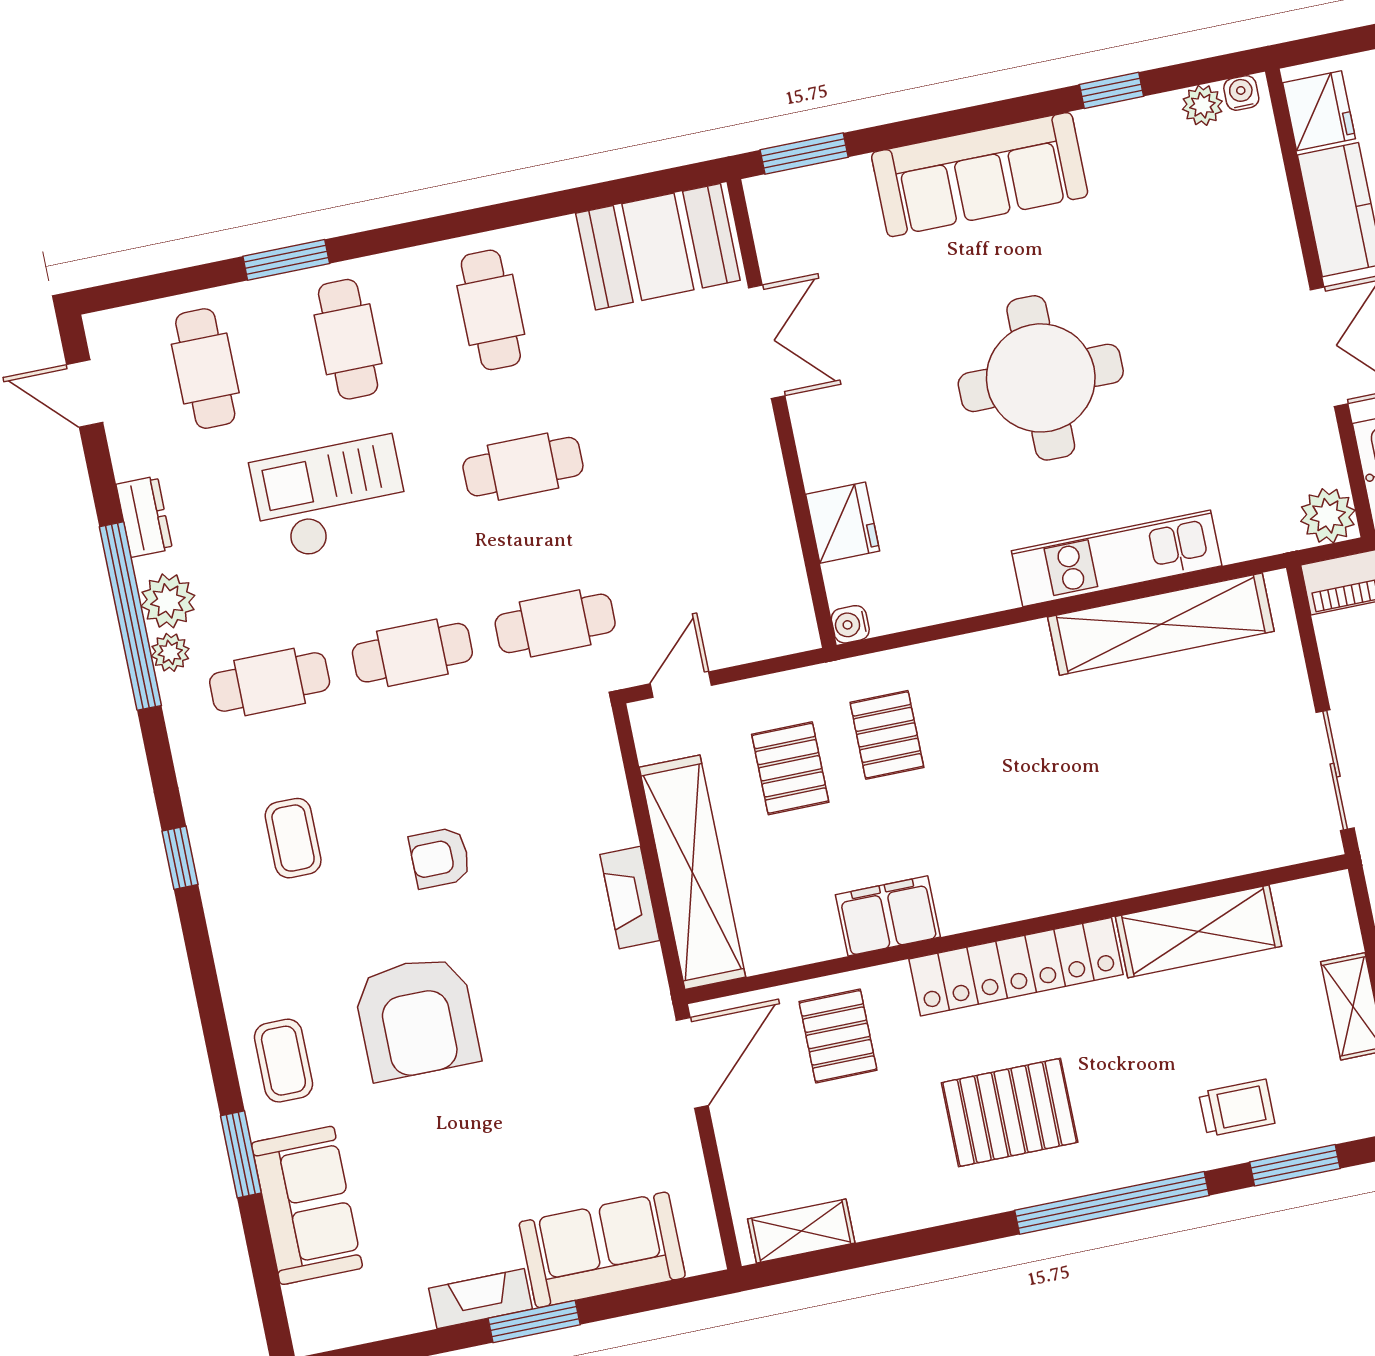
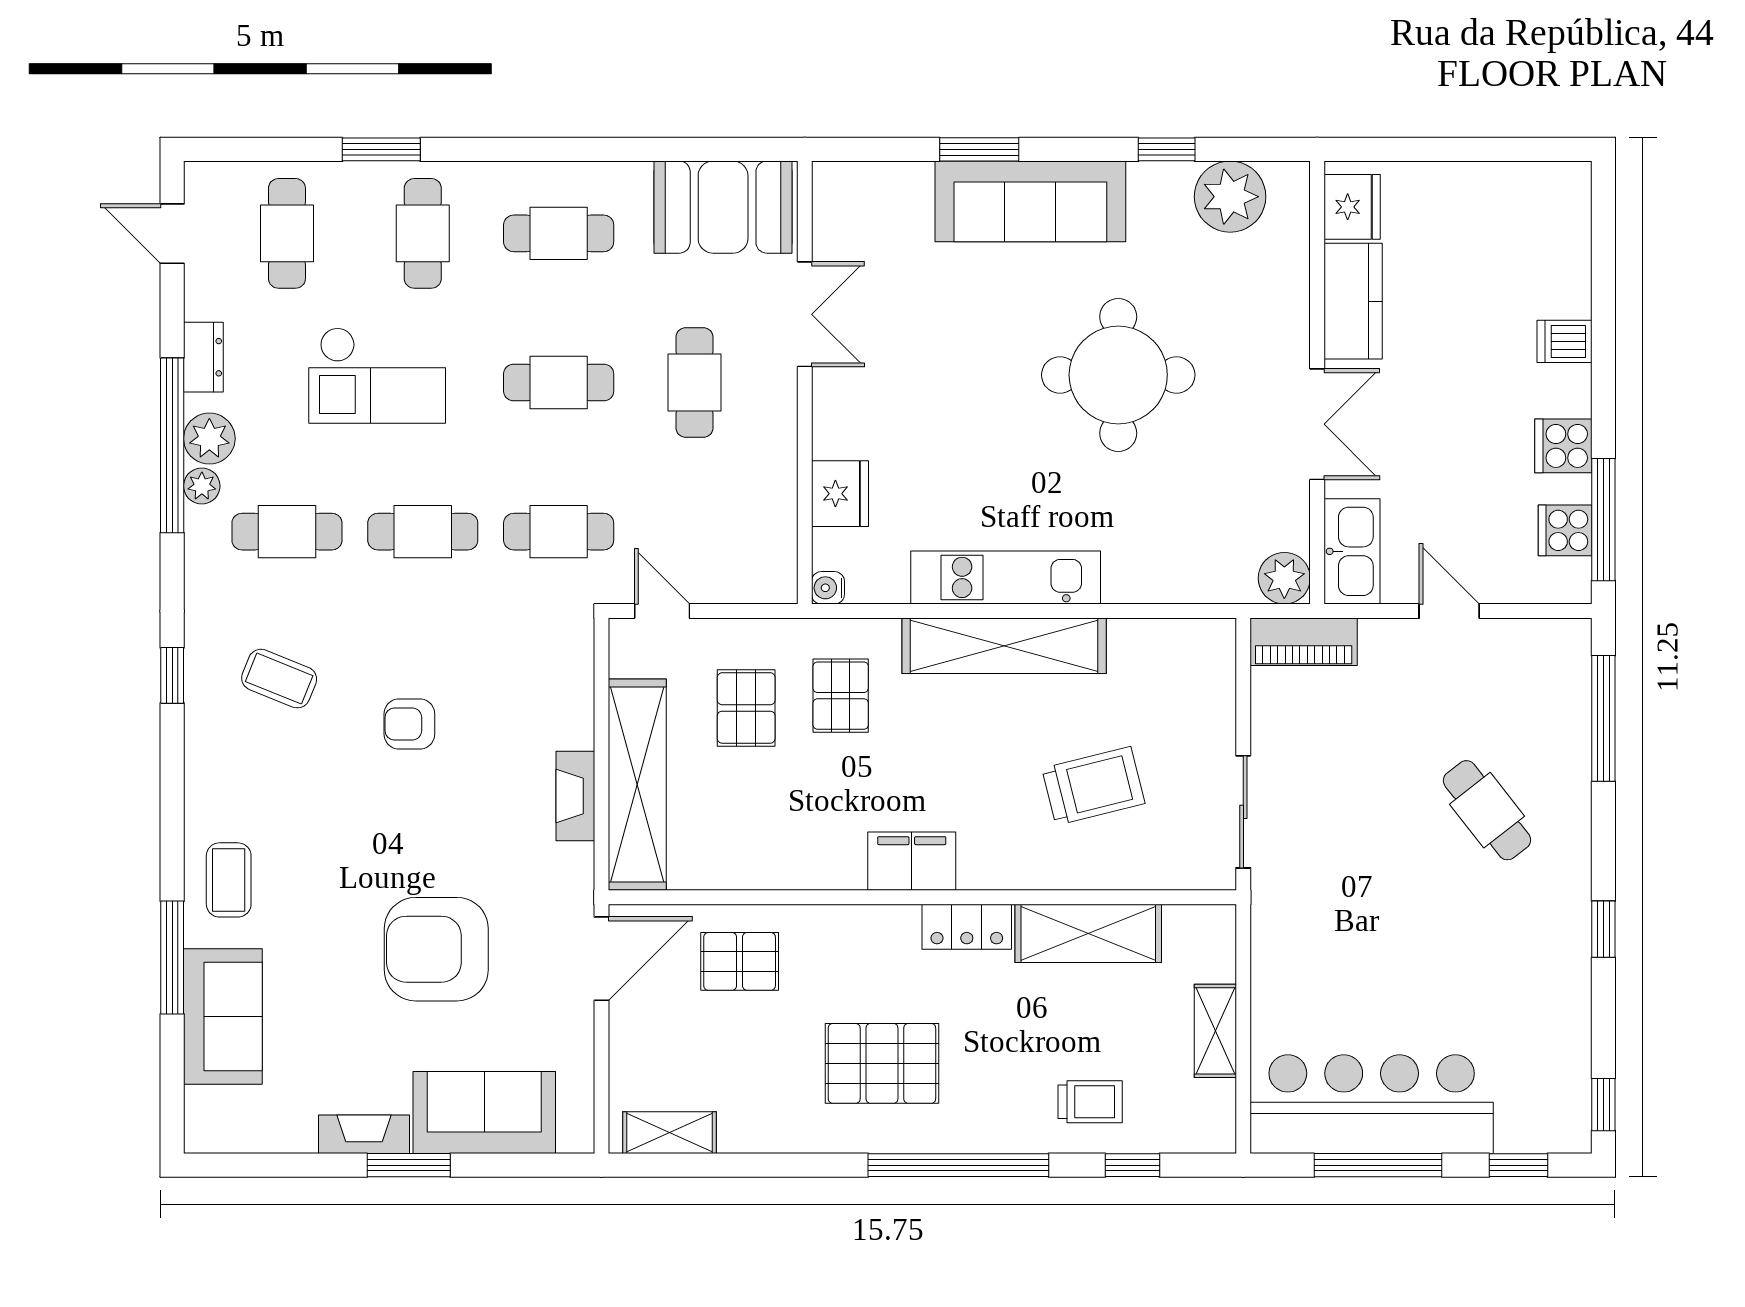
water cooler: (1241, 93) -> (1285, 176), removed
plant: (1202, 105) -> (1230, 197), width x1.87, depth x1.87
window: (804, 154) -> (979, 149), moved
cafe table: (491, 310) -> (559, 233), turned 90
round table: (1041, 378) -> (1118, 375), moved
cafe table: (666, 437) -> (694, 383), added
checkout: (331, 498) -> (377, 375), turned 180
kitchen unit: (1117, 558) -> (1006, 577), moved
shelving: (1161, 624) -> (1004, 646), moved
door: (681, 685) -> (662, 611), hinge flipped
trolley: (1172, 775) -> (1093, 786), added
coffee table: (293, 838) -> (279, 679), turned -68
filing cabinet: (888, 916) -> (912, 861), moved
locker: (1016, 967) -> (967, 927), width x0.46, depth x0.83
armchair: (417, 1018) -> (436, 949), moved, turned 90
pallet: (838, 1036) -> (740, 961), turned 90
window: (241, 1154) -> (172, 958), width x1.44
window: (1295, 1165) -> (1132, 1165), width x0.67

